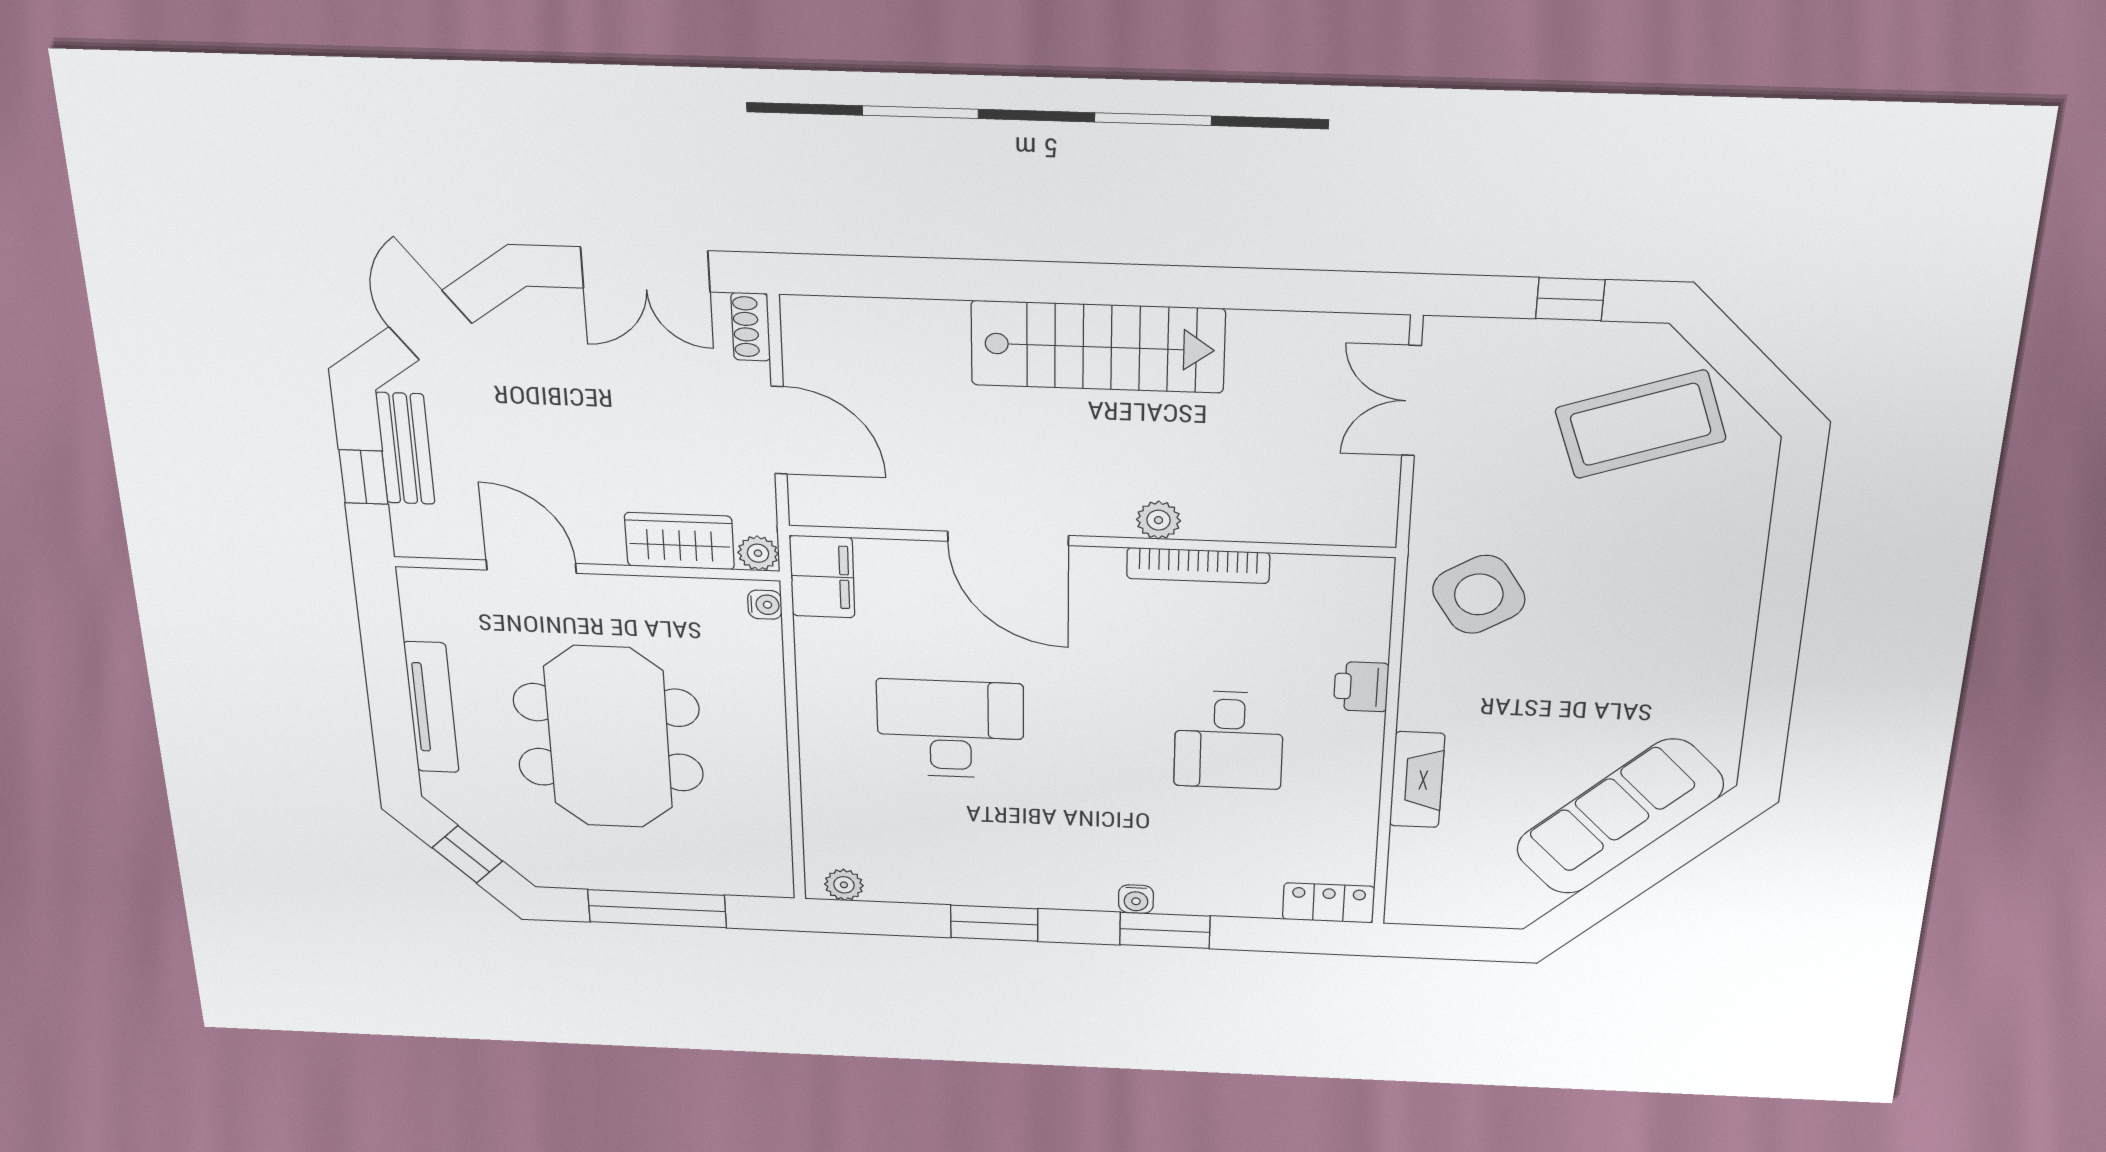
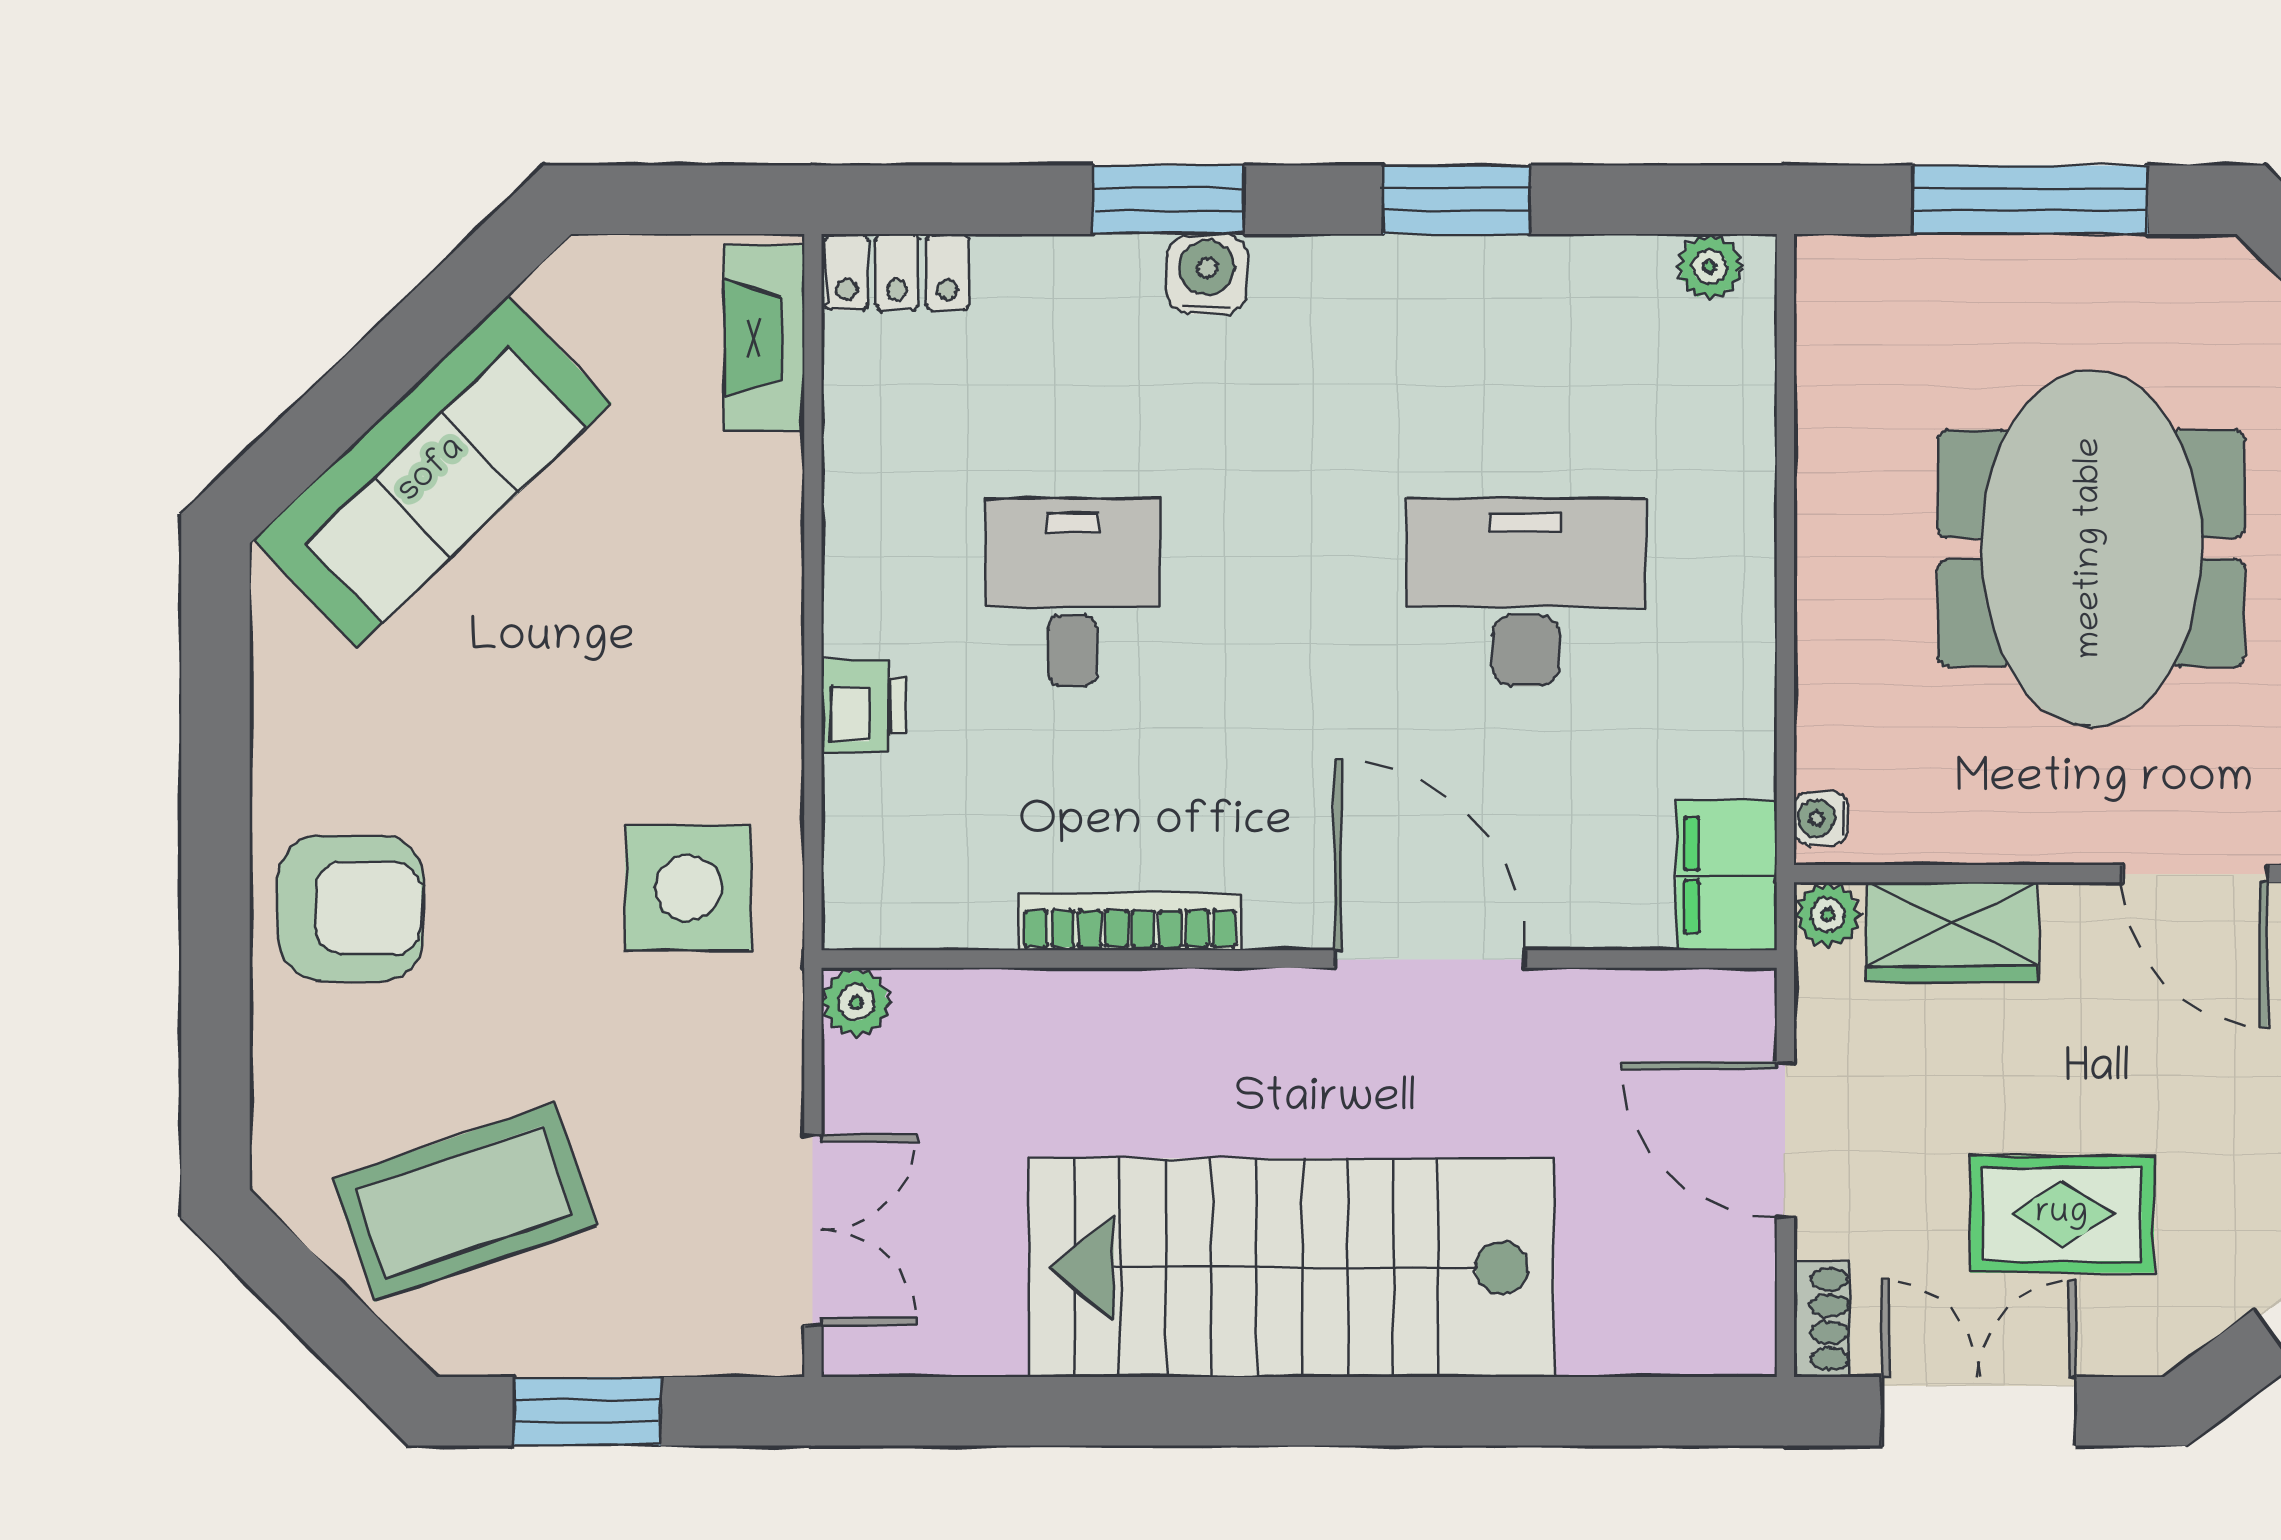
window: (1570, 299) -> (587, 1411), width x1.50
stairs: (1098, 347) -> (1292, 1268), width x1.36, depth x1.51
rug: (599, 382) -> (2062, 1214), added
plant: (1158, 520) -> (856, 1002), moved
armchair: (1697, 591) -> (351, 908), added
side table: (1479, 594) -> (688, 888), turned 32
desk: (950, 729) -> (1526, 592), turned 180
fireplace: (1417, 780) -> (764, 338), moved
water cooler: (1136, 899) -> (1207, 274), width x1.38, depth x1.38

